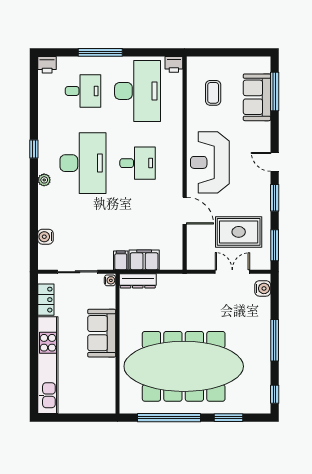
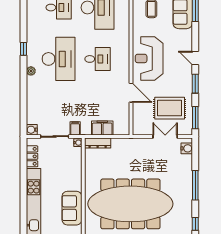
water cooler: (45, 237) -> (32, 130), moved
filing cabinet: (121, 260) -> (75, 128), moved
sofa: (102, 333) -> (72, 208), moved

